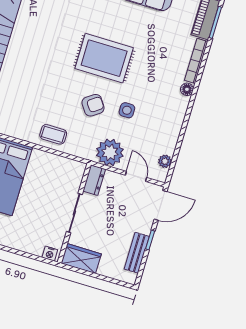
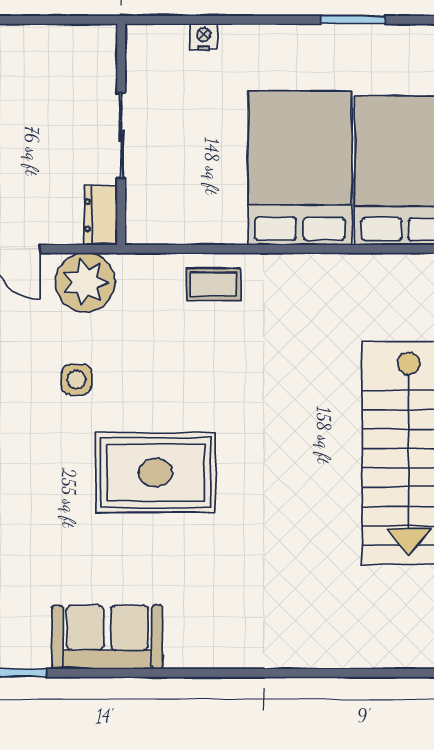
armchair: (93, 105) -> (149, 369), removed
nightstand: (50, 254) -> (204, 37), moved
wardrobe: (81, 259) -> (79, 46), removed

